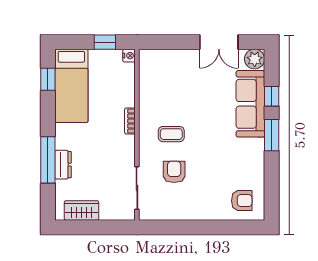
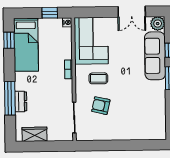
corner sofa: (162, 82) -> (91, 41), added
armchair: (174, 172) -> (101, 106), turned -77
armchair: (242, 201) -> (150, 126), removed

